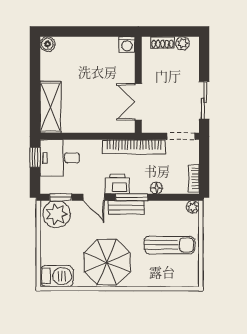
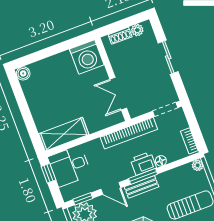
washing machine: (127, 44) -> (87, 57), width x1.89, depth x1.89
sliding door: (204, 100) -> (168, 57), moved
shelving: (50, 107) -> (64, 134), moved, turned 90
printer: (117, 184) -> (143, 163), moved

